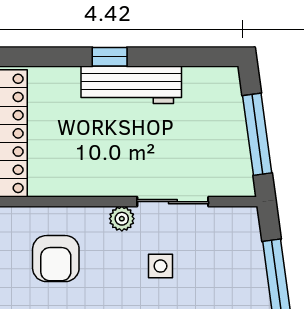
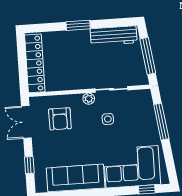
window: (110, 57) -> (78, 25), width x1.50
workbench: (131, 85) -> (114, 36), moved

